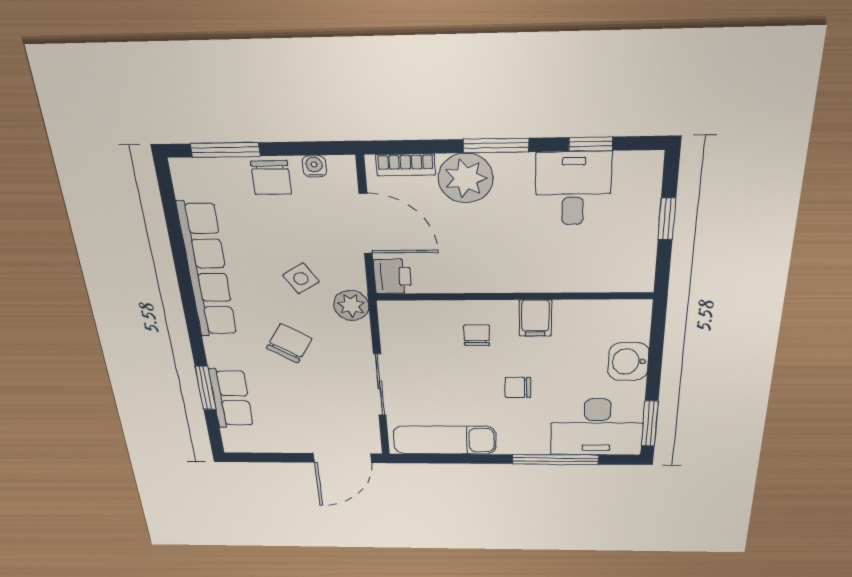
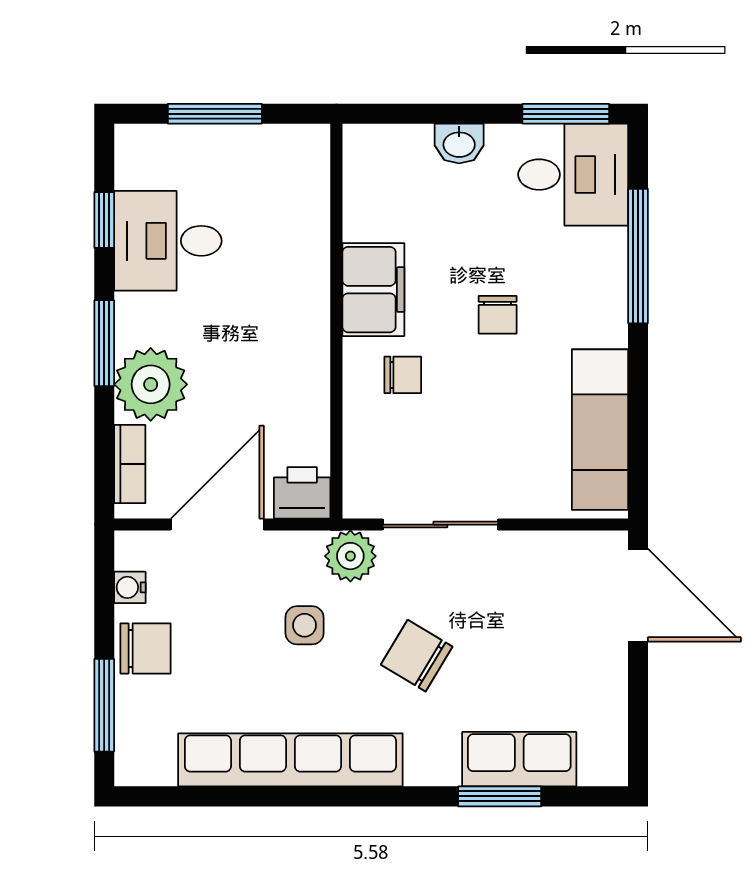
window: (667, 219) -> (215, 114), width x1.50
side table: (301, 279) -> (305, 625), turned 32
filing cabinet: (535, 318) -> (373, 290), width x2.00
chair: (477, 335) -> (403, 375), turned 180
washbasin: (628, 361) -> (459, 143), width x0.72, depth x0.69
sliding door: (380, 385) -> (440, 525), moved
desk: (597, 427) -> (573, 175), width x0.73

